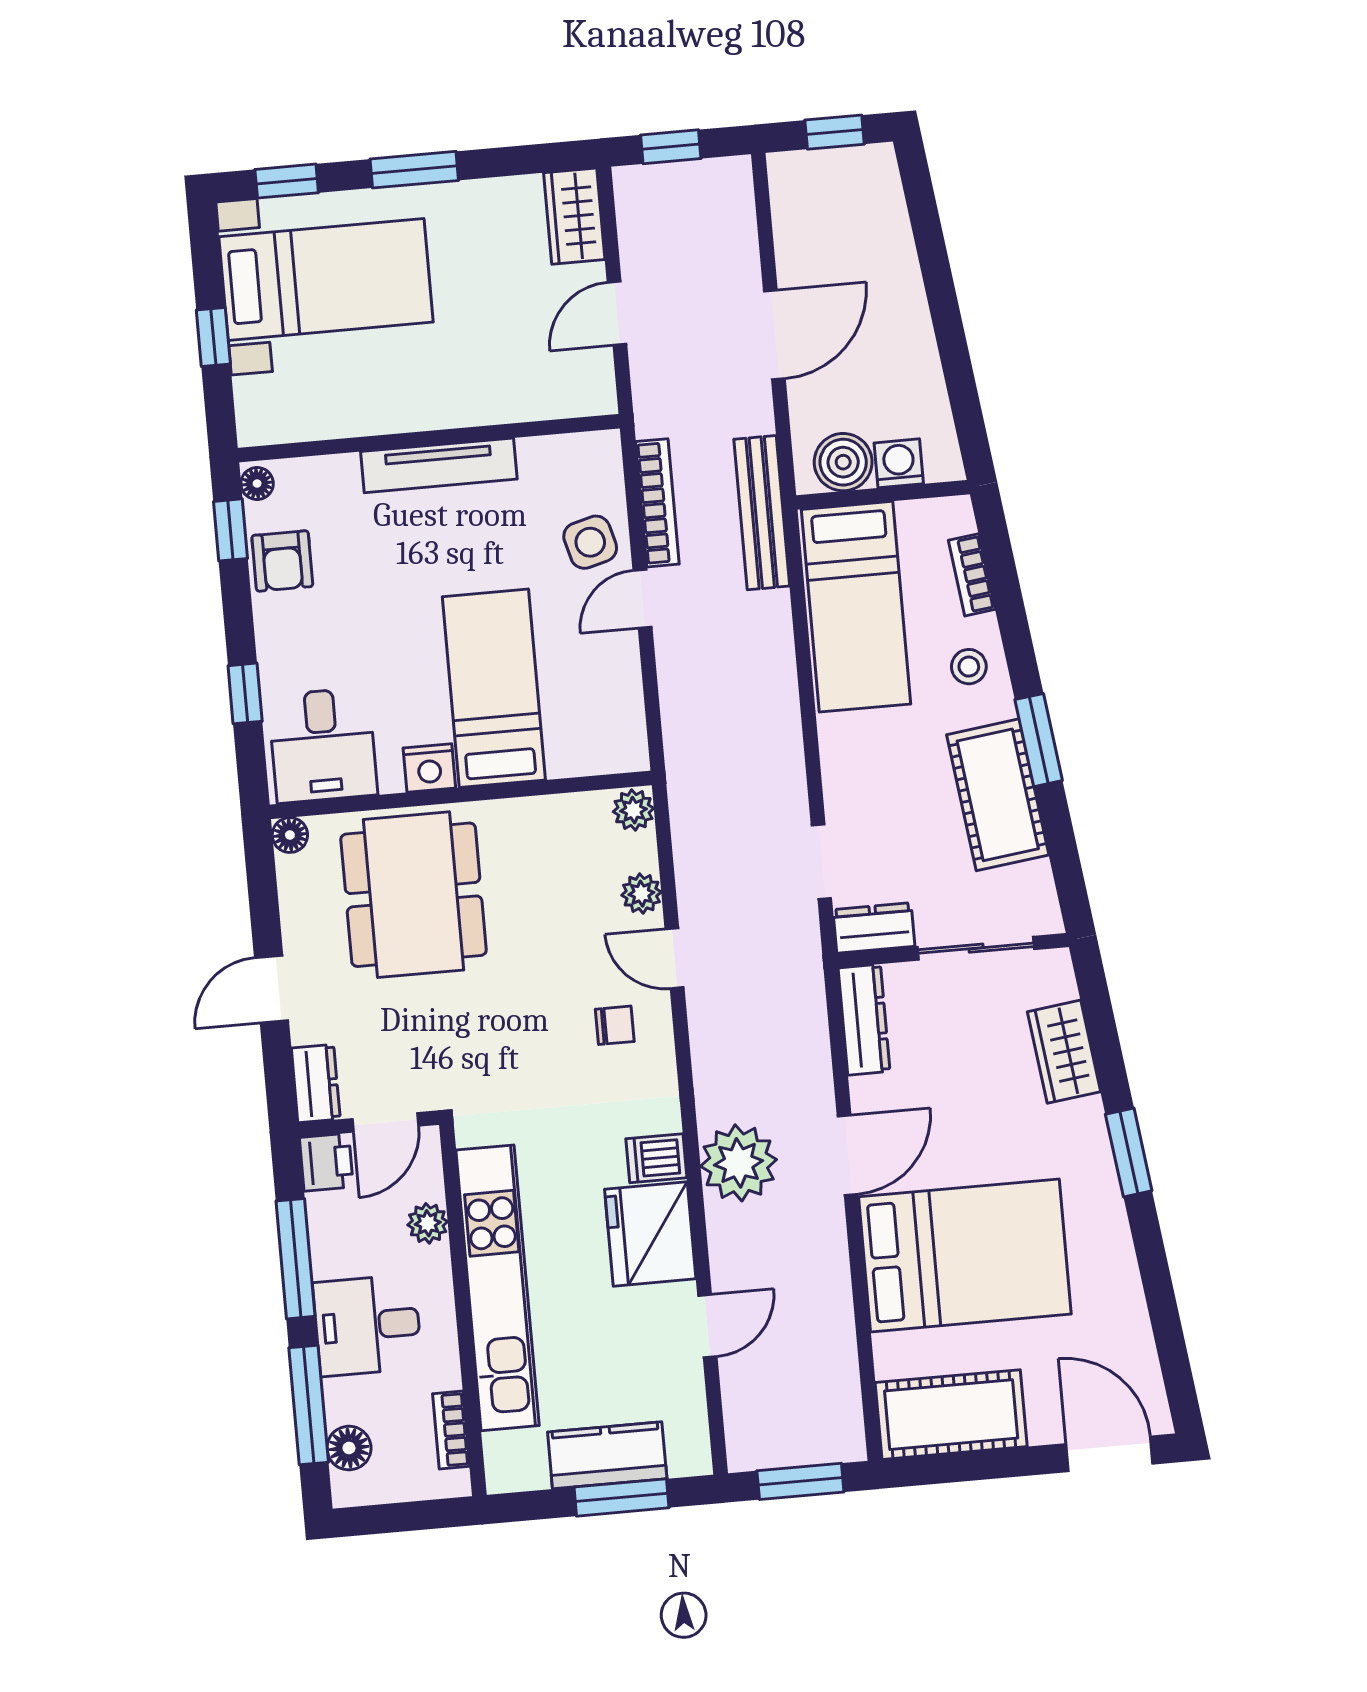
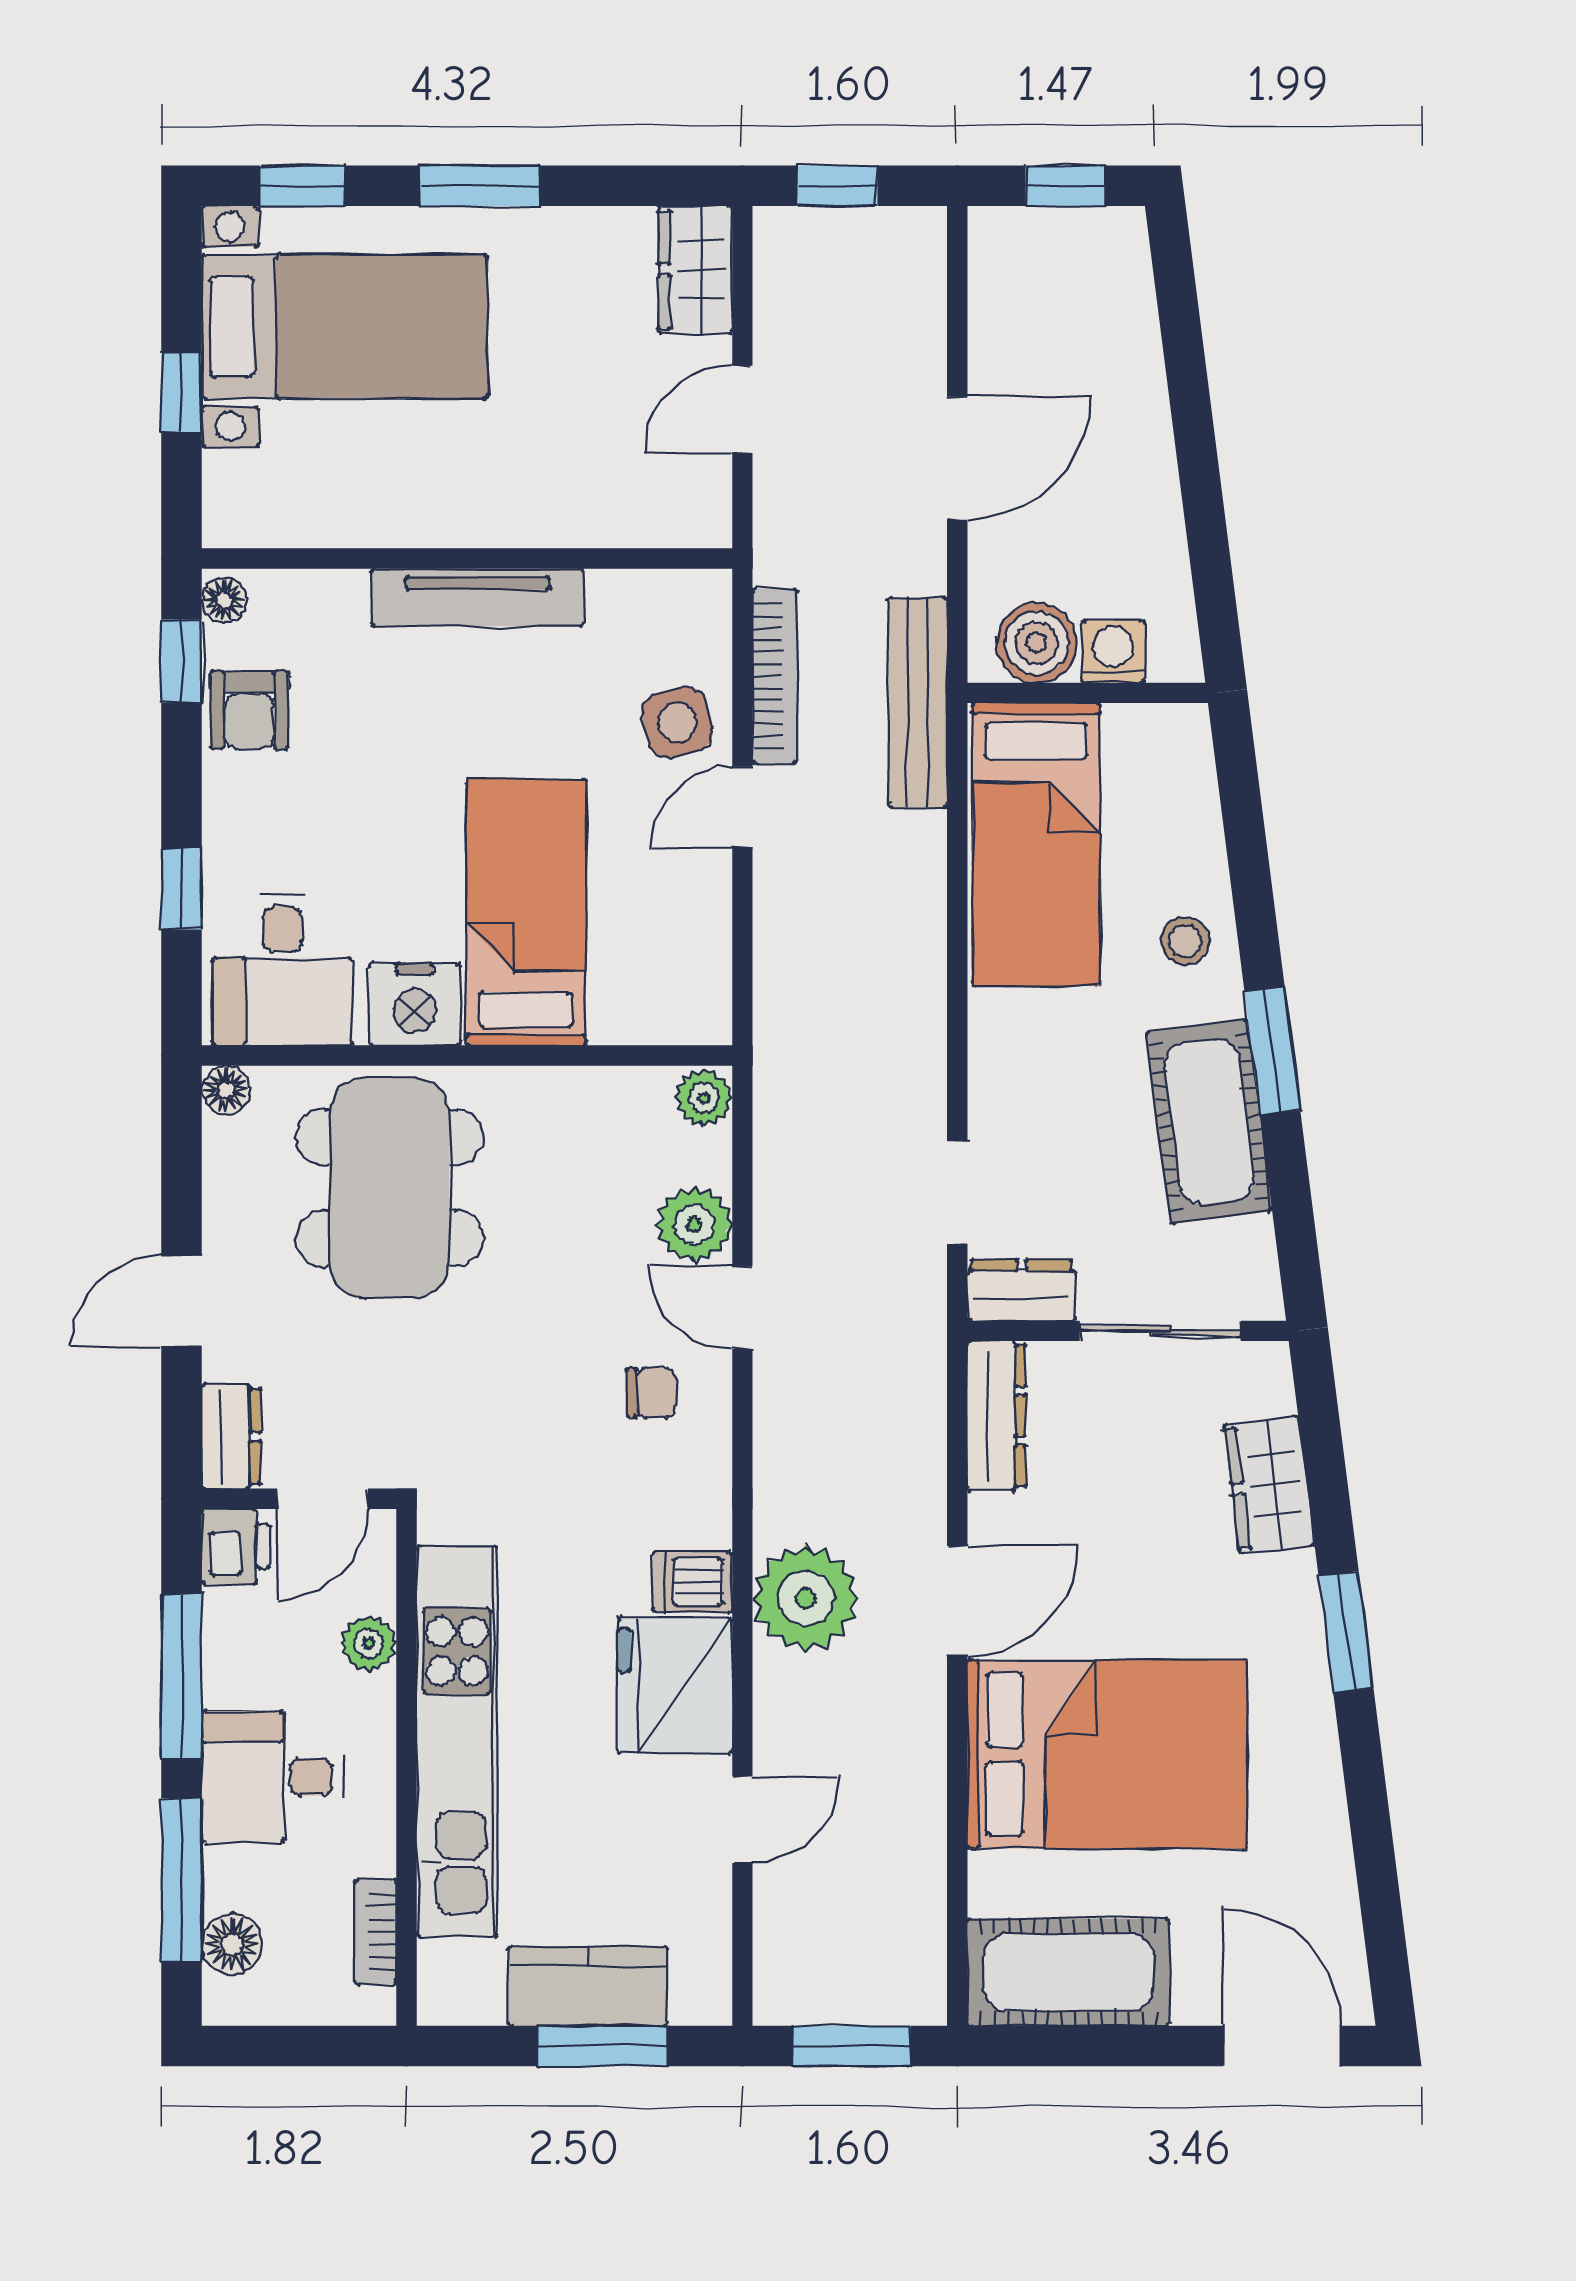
bookcase: (972, 575) -> (1200, 814), removed
nightstand: (429, 768) -> (415, 1004), width x1.36, depth x1.33
plant: (641, 894) -> (694, 1224), width x1.38, depth x1.38

